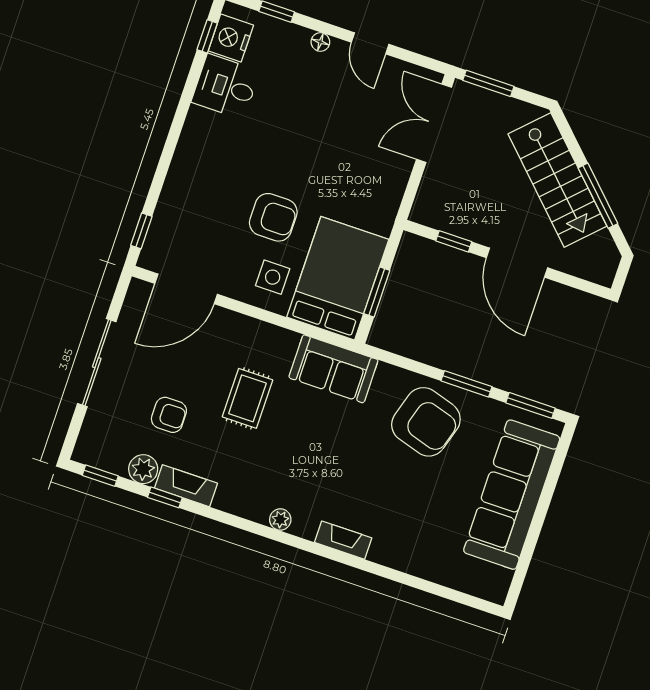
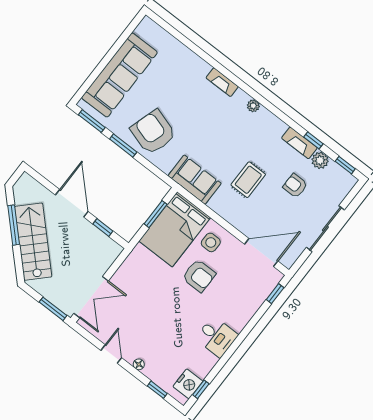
desk: (226, 87) -> (217, 337), moved
armchair: (273, 217) -> (199, 276), turned 180

